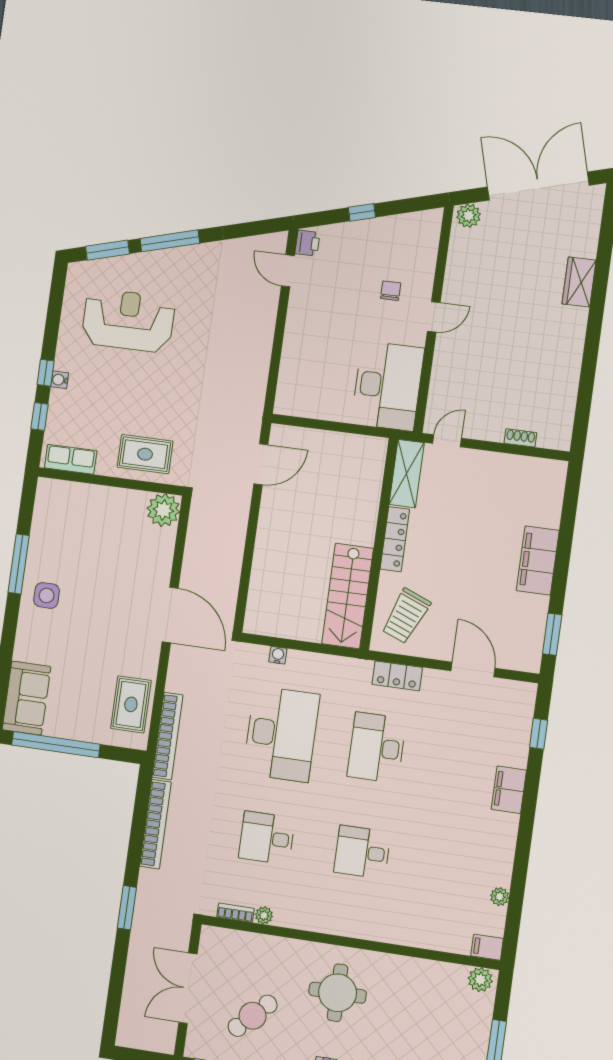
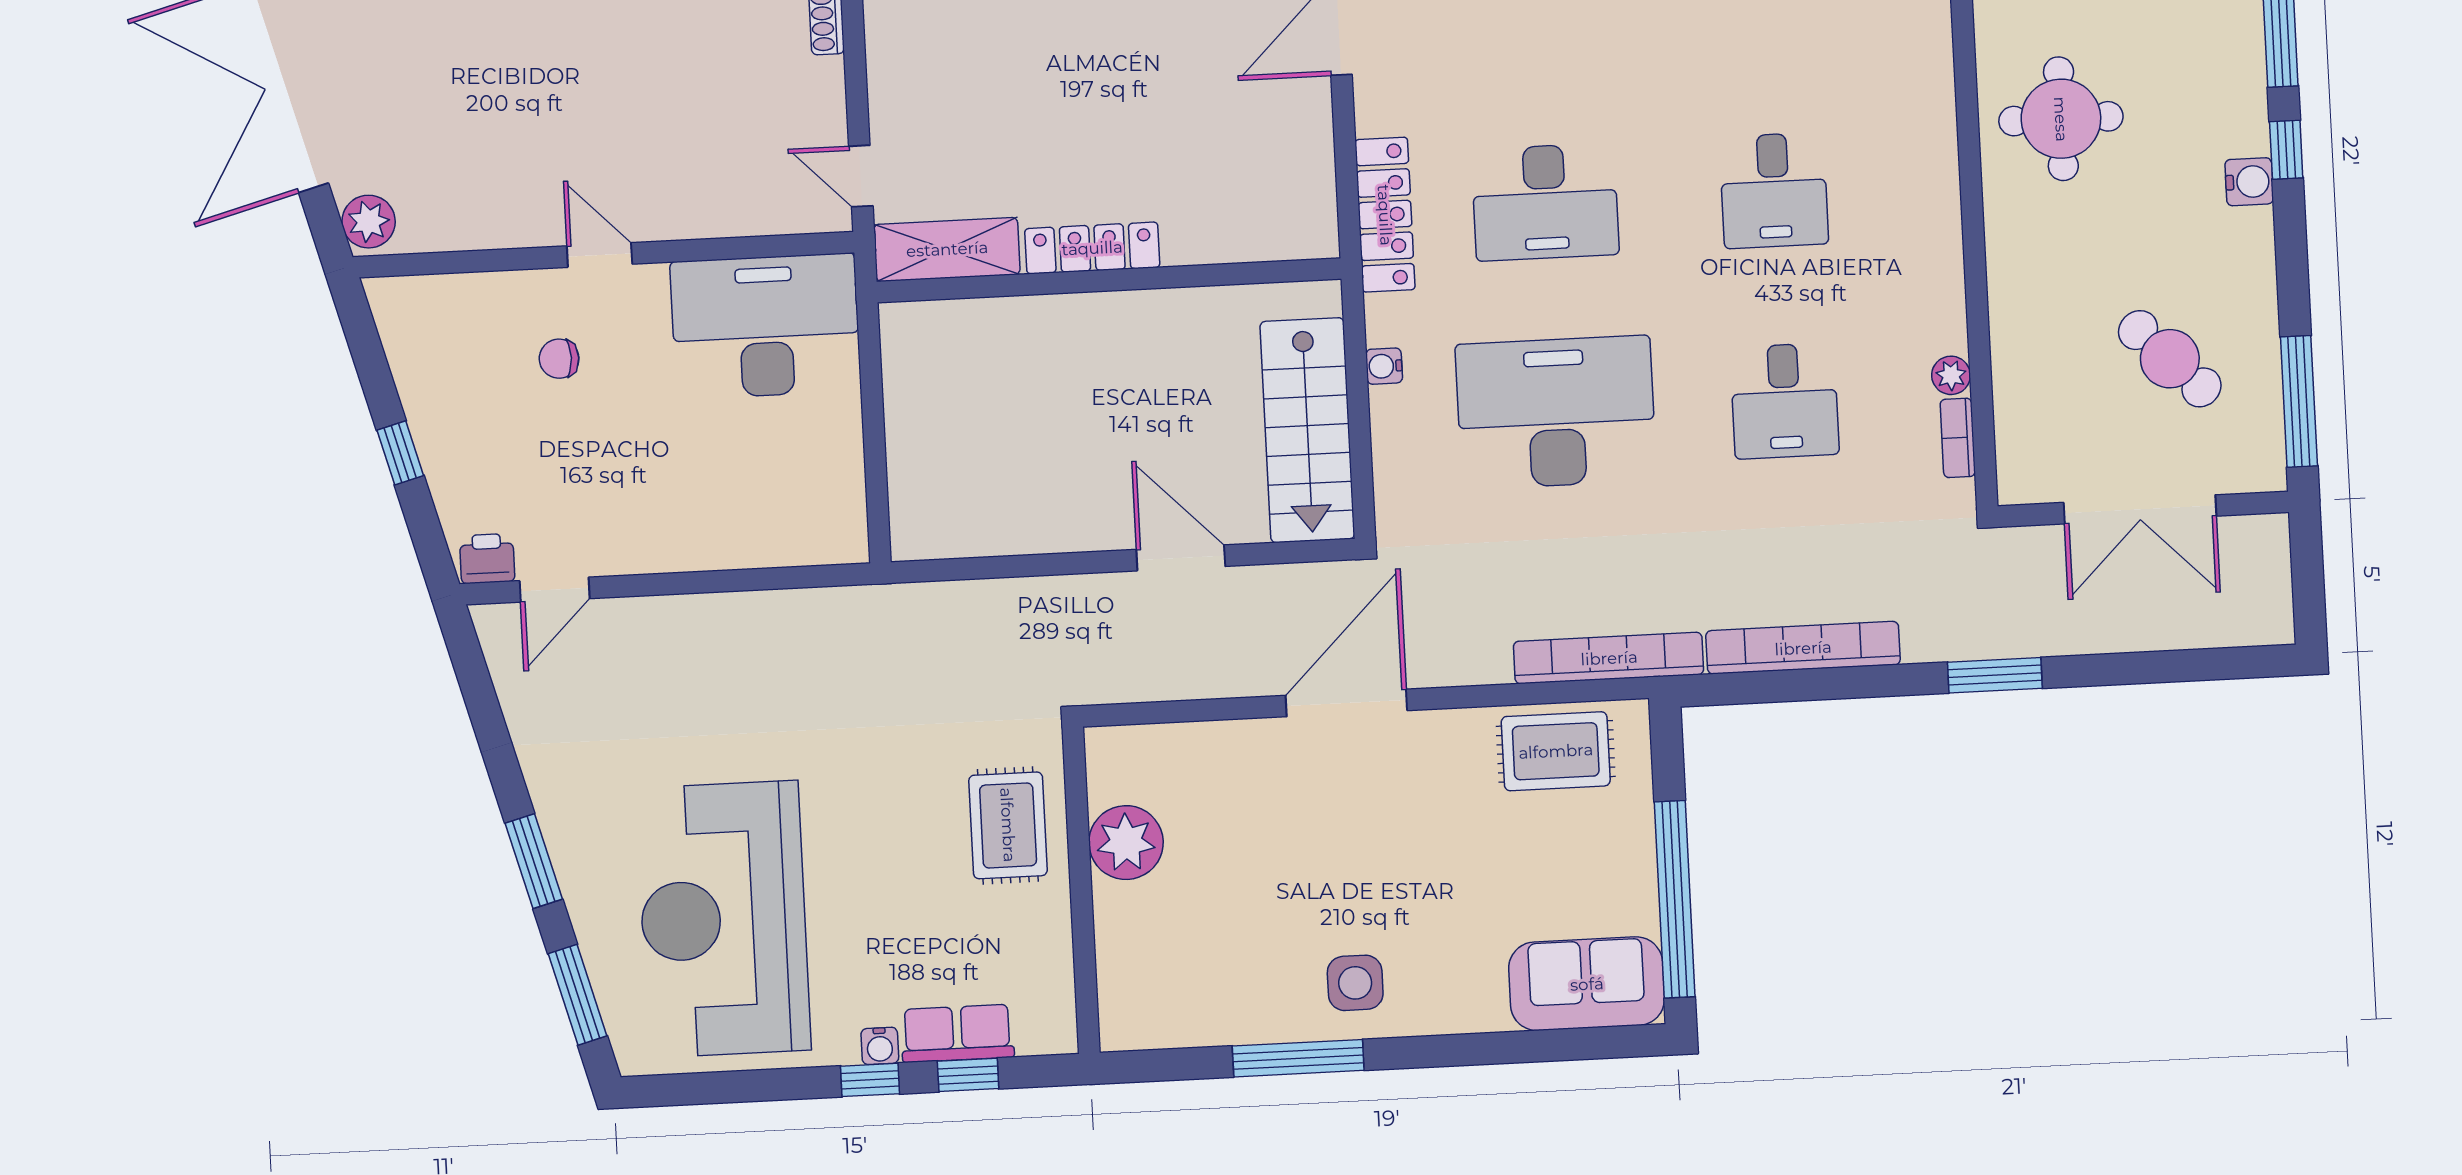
window: (170, 241) -> (534, 861), width x0.69
reception desk: (128, 320) -> (723, 919), width x1.36, depth x1.30
row of seats: (71, 459) -> (957, 1033), moved, turned 90
door: (261, 464) -> (1181, 558), moved
plant: (163, 510) -> (1126, 843), moved
stairs: (348, 596) -> (1307, 430), moved, turned 90
trolley: (406, 616) -> (1252, 193), removed
water cooler: (278, 655) -> (1384, 366), moved
locker: (397, 676) -> (1385, 215), width x1.53
round table: (338, 993) -> (2061, 119), moved

